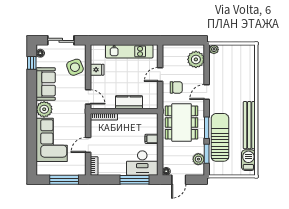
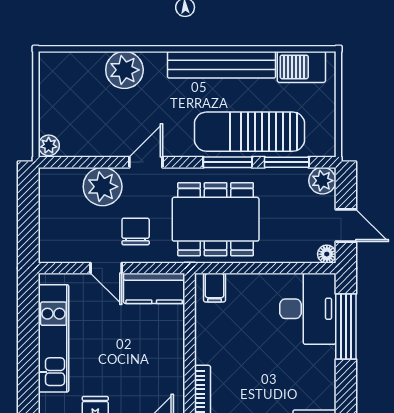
plant: (196, 59) -> (103, 187), moved
plant: (247, 83) -> (124, 70), added
door: (207, 92) -> (146, 162), swing flipped
kitchen counter: (129, 102) -> (154, 288), moved, turned -90
filing cabinet: (152, 139) -> (214, 288), moved
plant: (198, 159) -> (322, 181), moved

